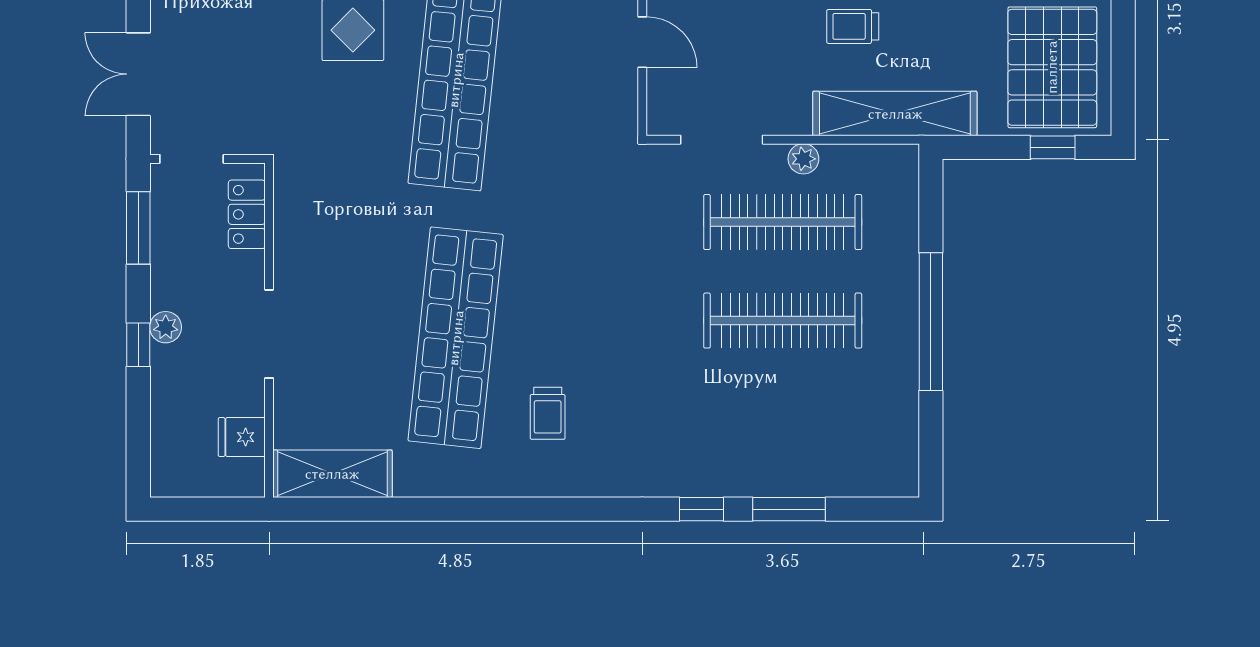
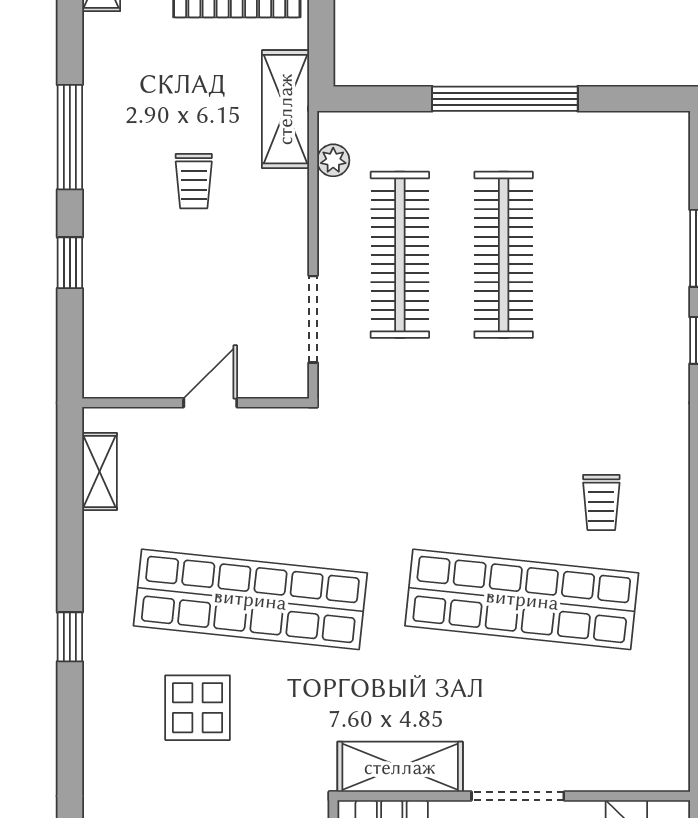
shelving: (895, 114) -> (285, 109), width x0.68
plant: (803, 159) -> (333, 160), moved
trolley: (548, 413) -> (601, 502), turned 90
shelving: (332, 474) -> (400, 767), moved, turned 90

